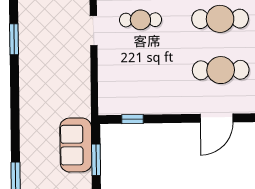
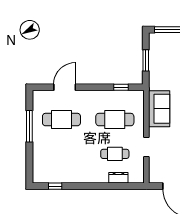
cafe table: (220, 19) -> (115, 120), moved
sofa: (76, 145) -> (159, 109), moved

